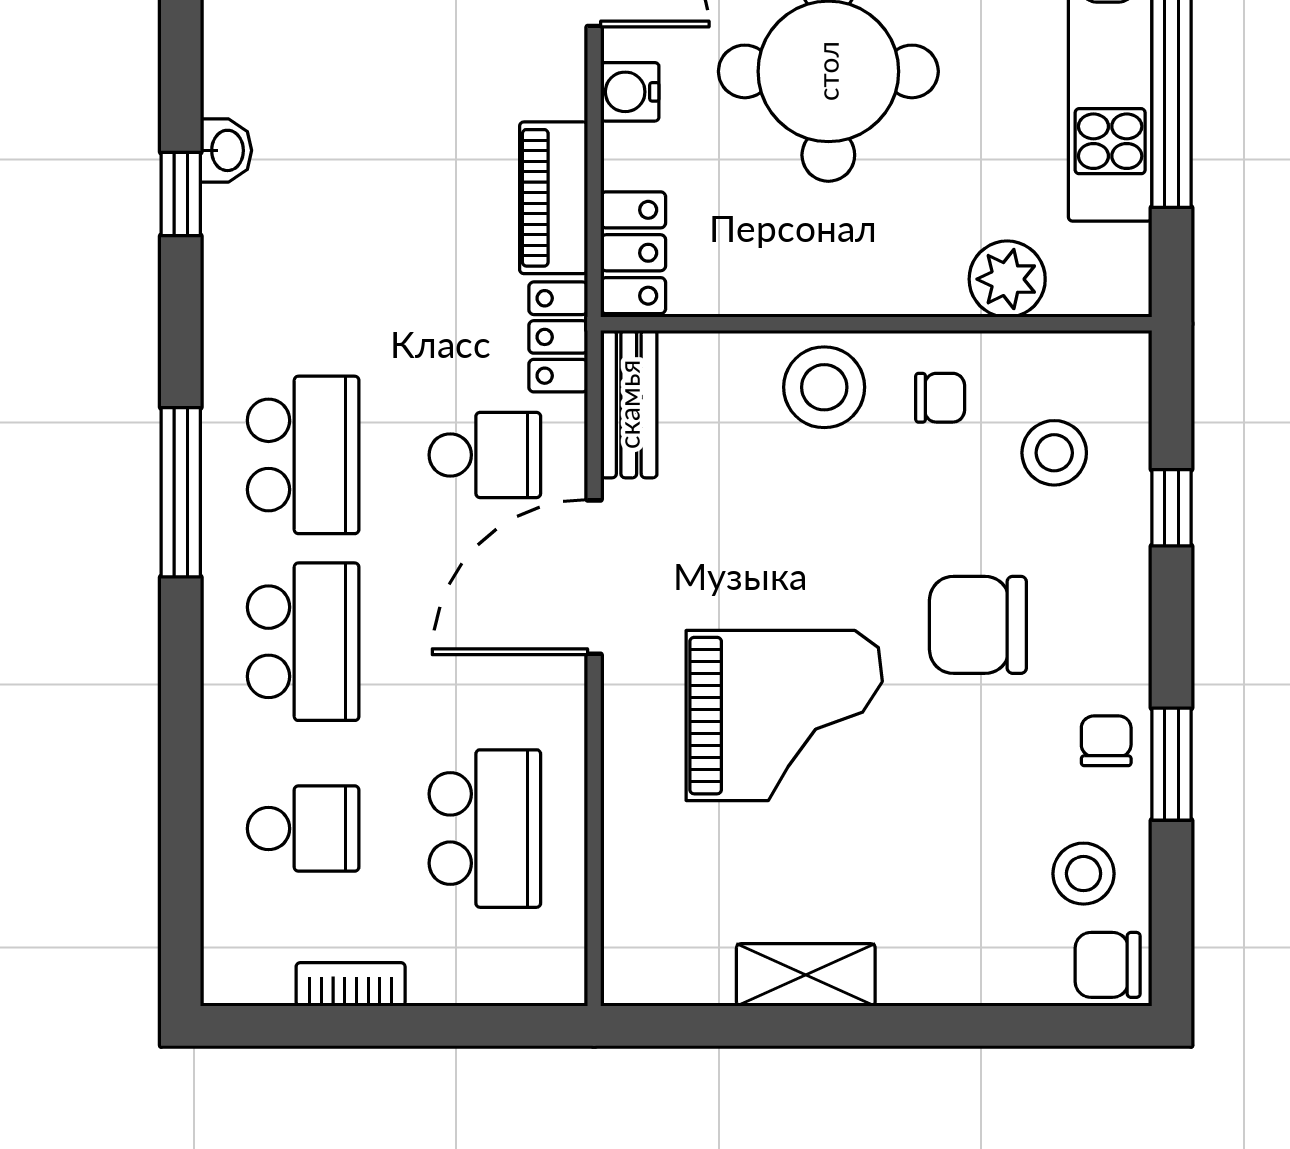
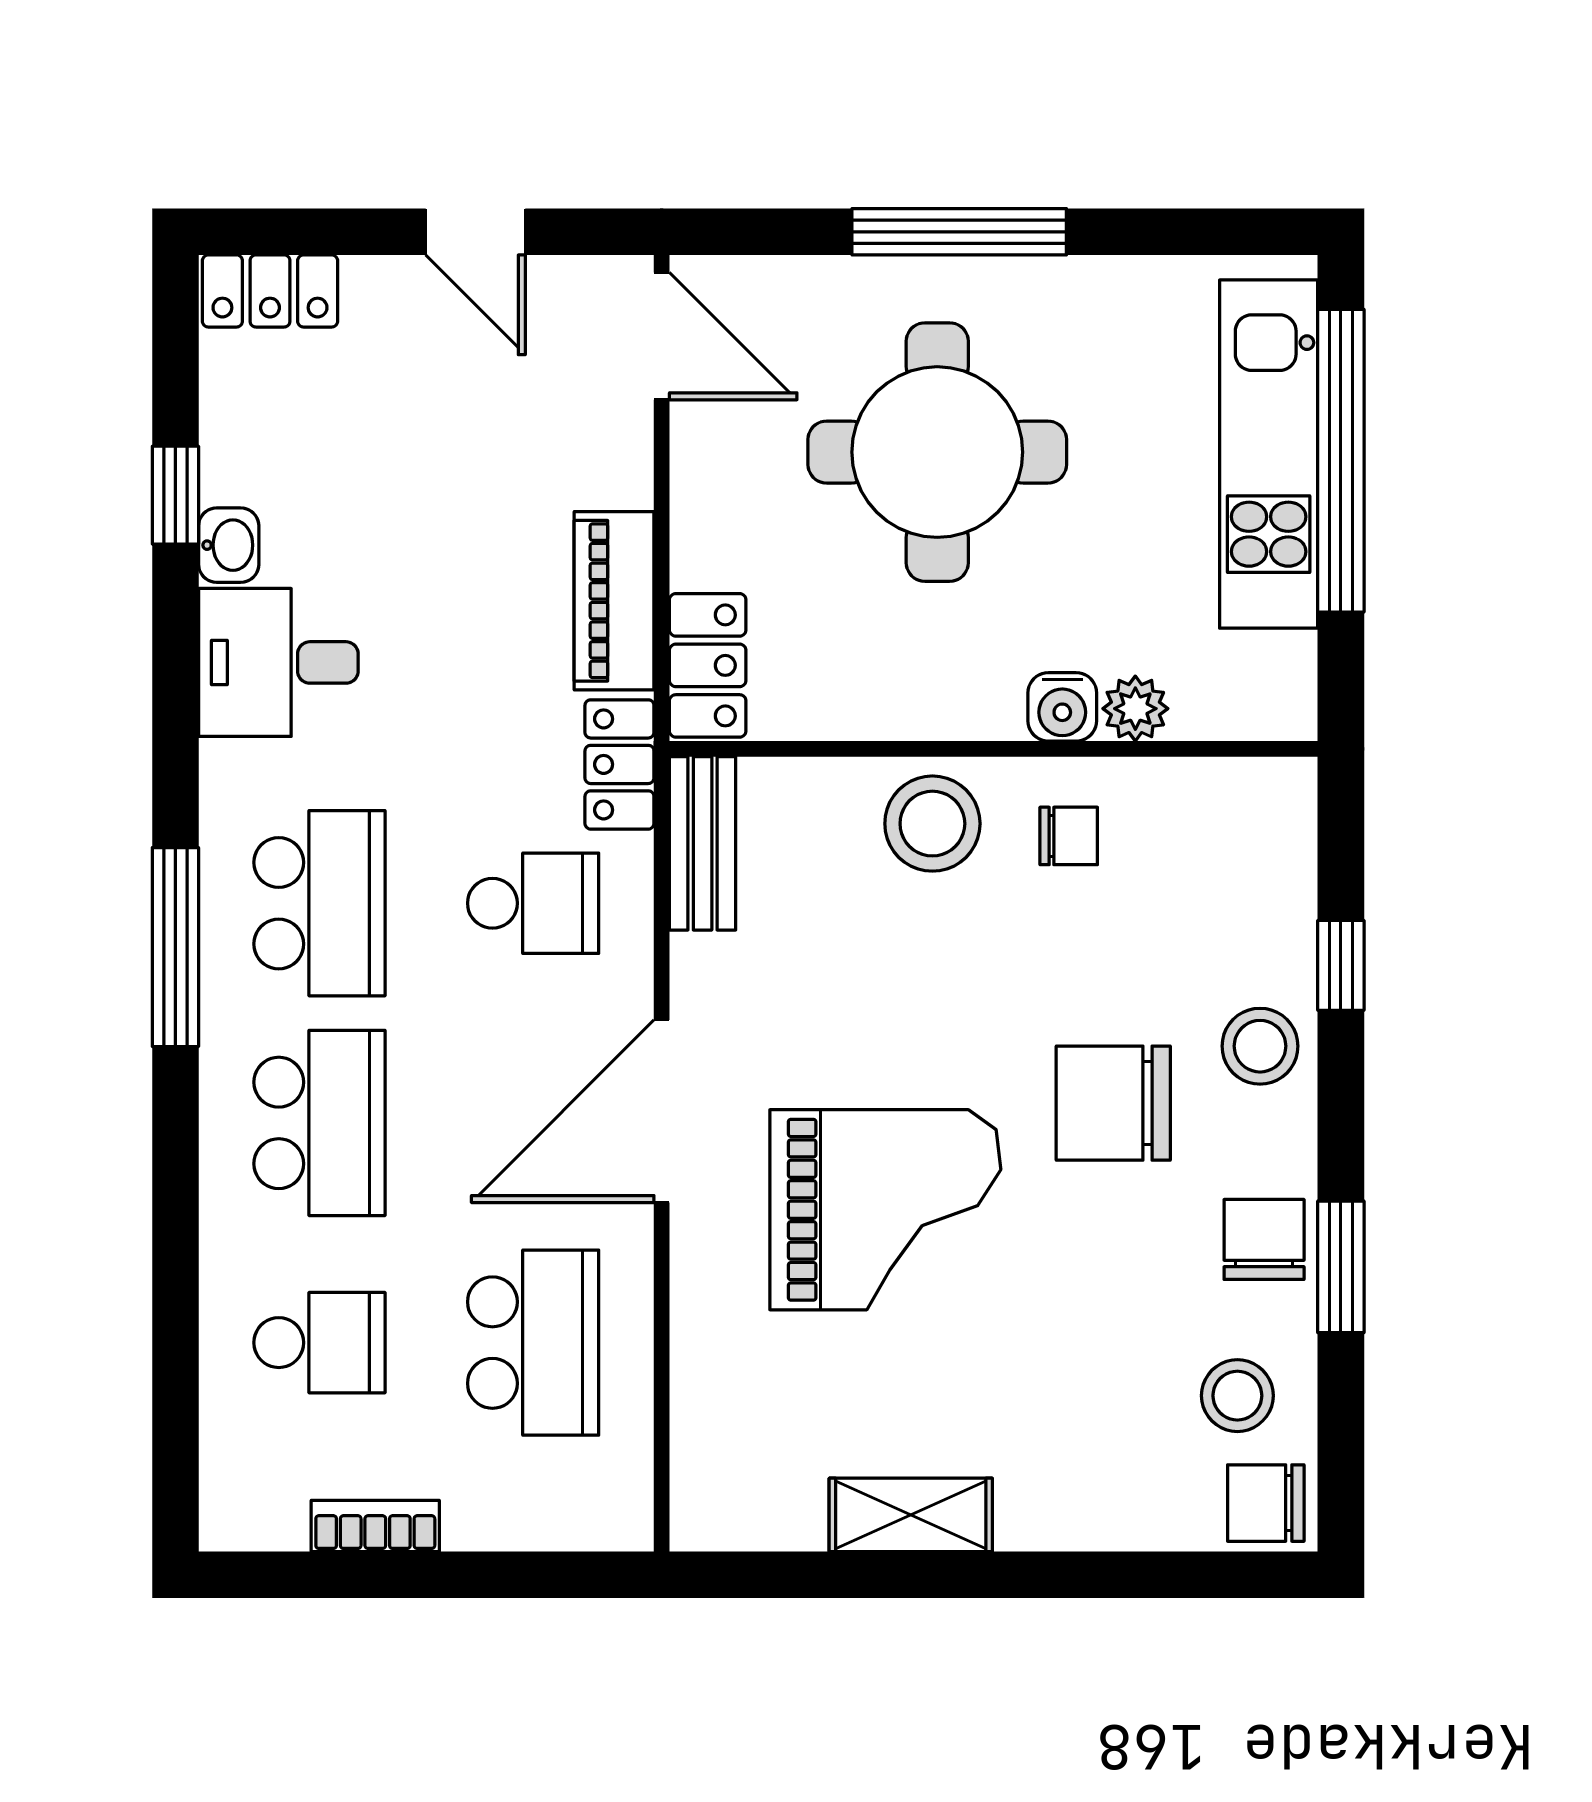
water cooler: (630, 92) -> (1062, 707), moved, turned -90
window: (181, 194) -> (175, 495), moved
desk: (268, 250) -> (278, 662), added
plant: (1007, 279) -> (1135, 709), width x0.73, depth x0.73
stool: (1054, 453) -> (1260, 1046), moved
door: (594, 577) -> (662, 1111), moved
chair: (1106, 741) -> (1264, 1239), width x1.37, depth x1.37

